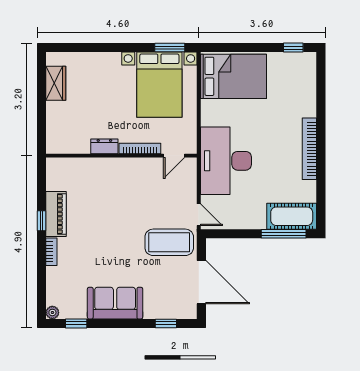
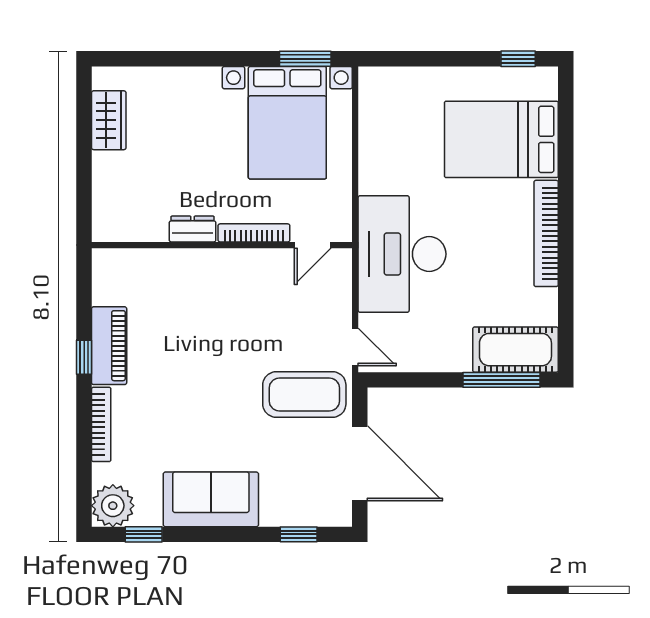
bed: (233, 76) -> (501, 139), moved, turned 180
bookcase: (51, 252) -> (101, 424), width x1.56
plant: (52, 312) -> (113, 506), width x1.88, depth x1.88

